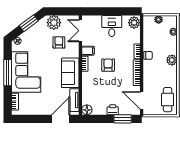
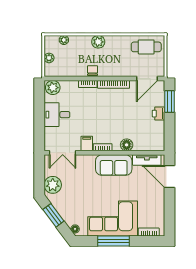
armchair: (59, 42) -> (77, 179), removed
armchair: (108, 65) -> (104, 119), removed
floor lamp: (87, 110) -> (127, 145), moved

